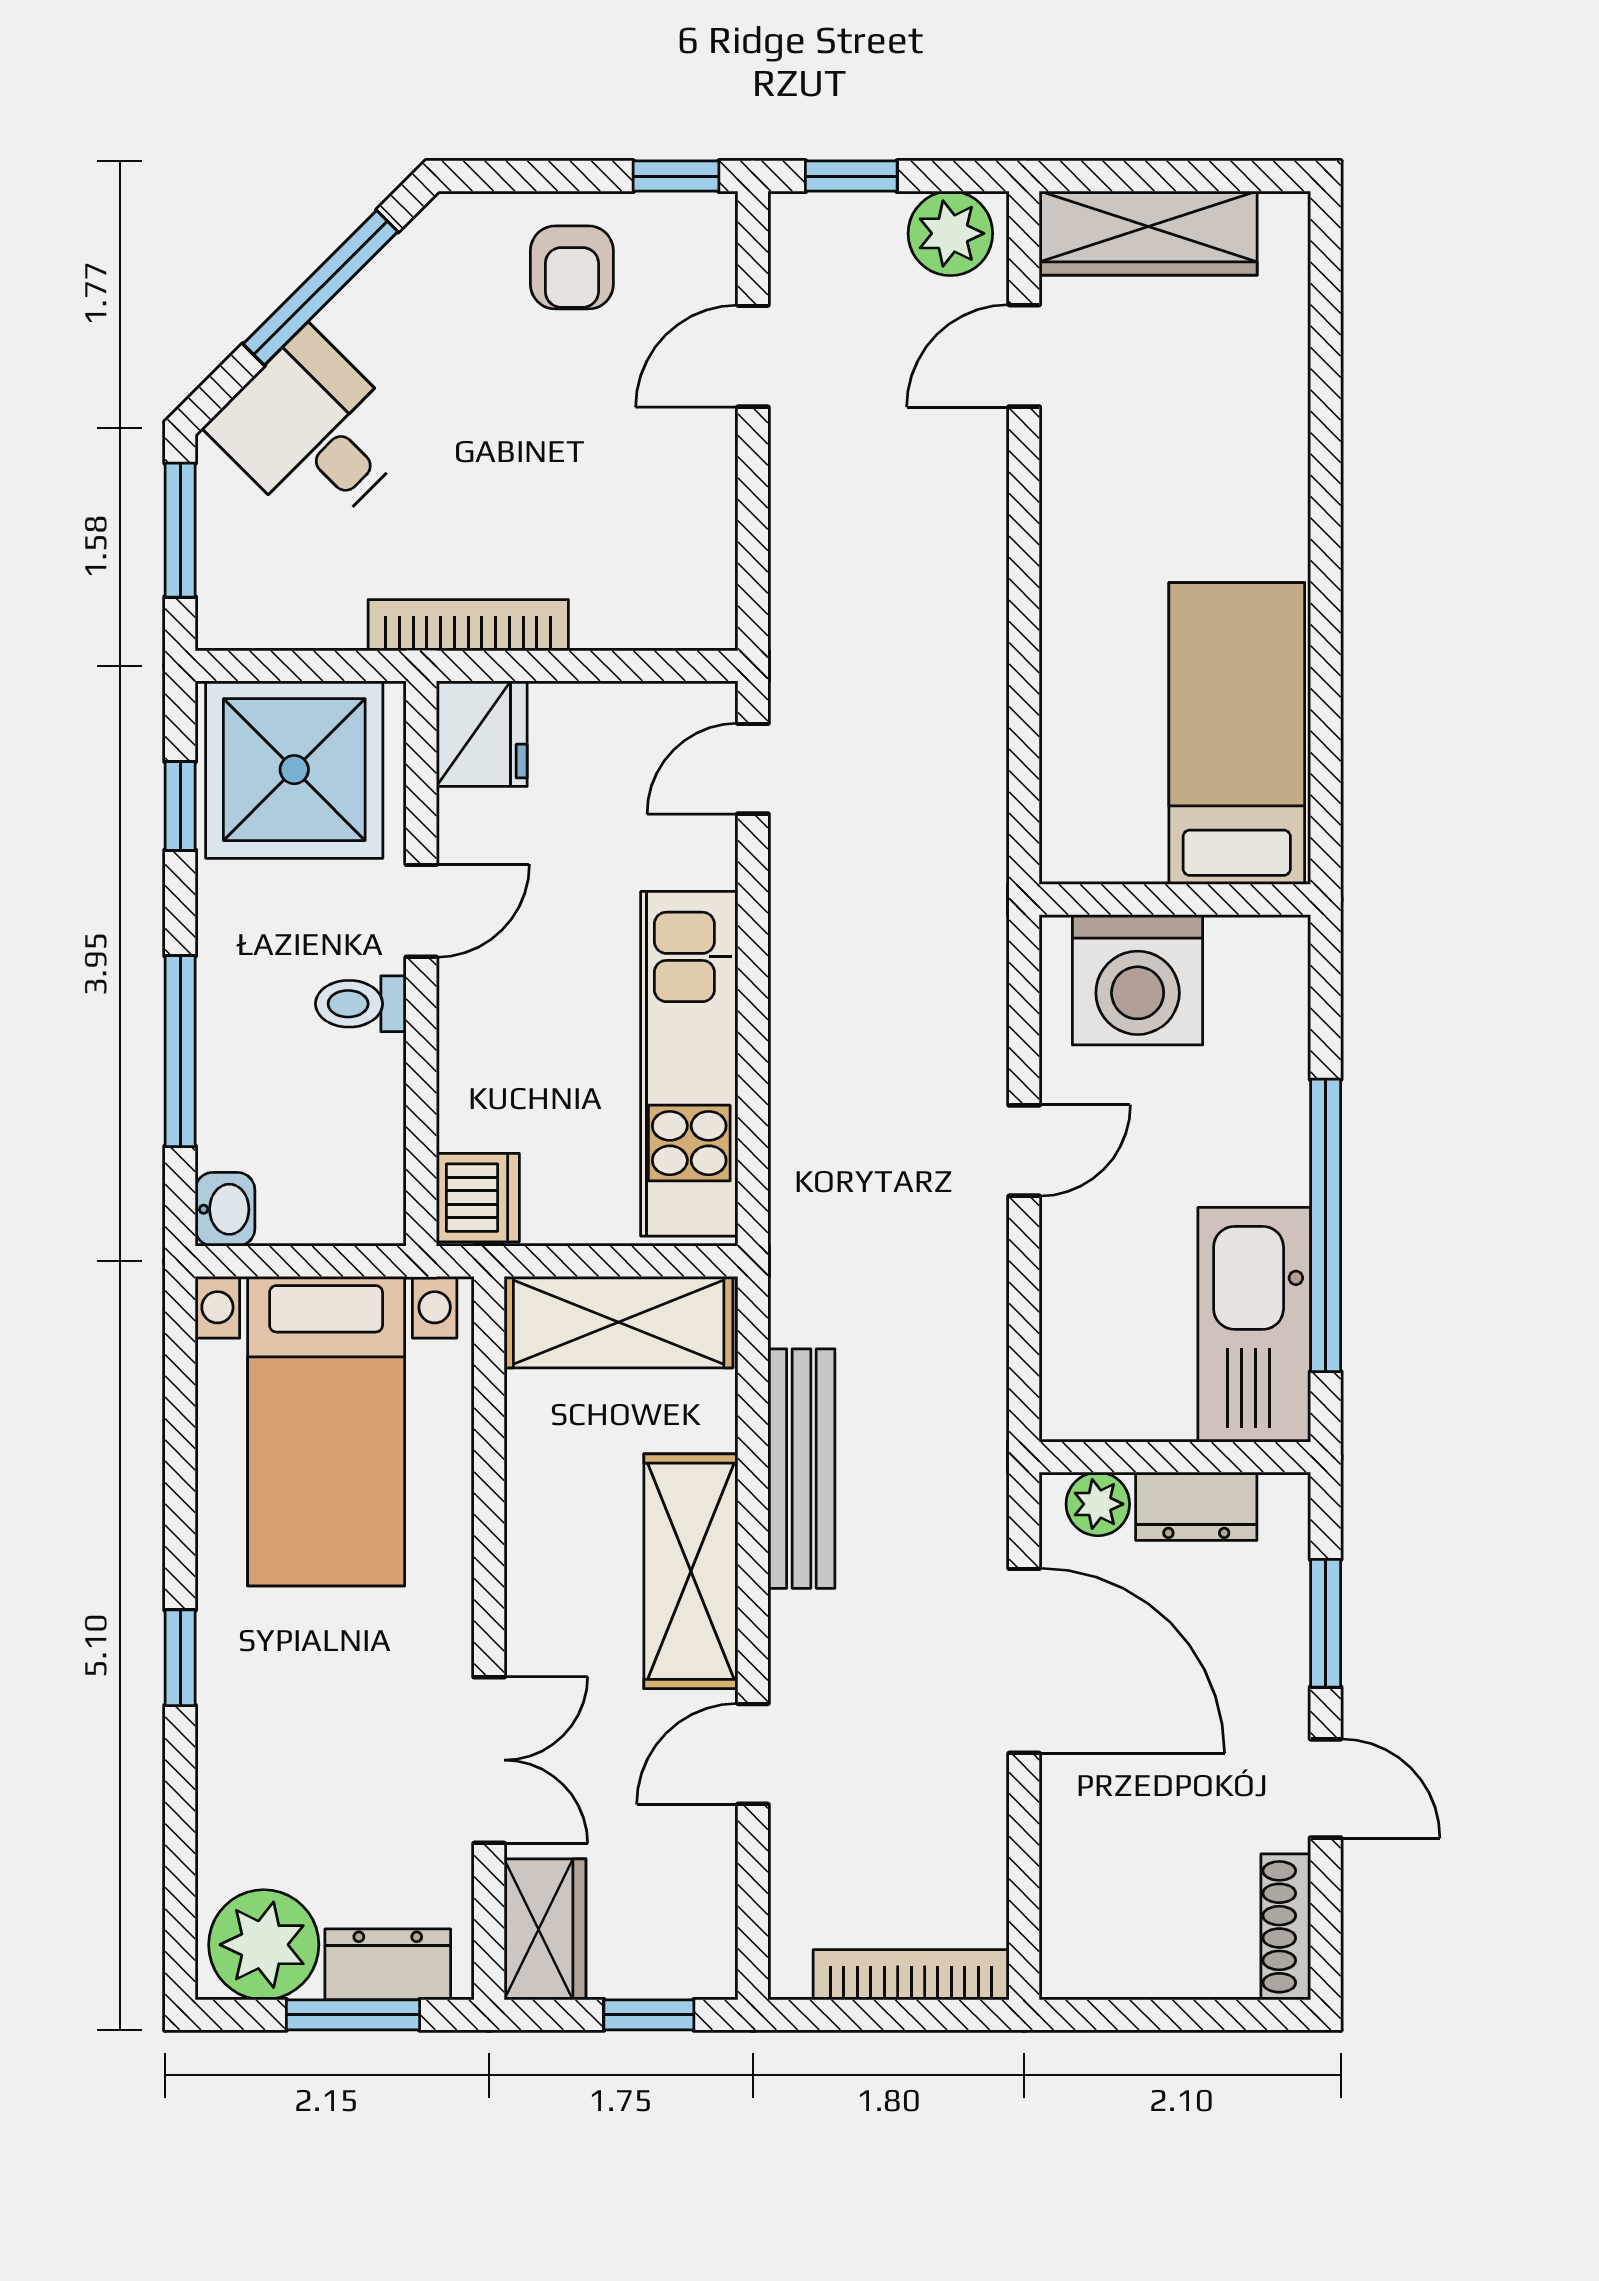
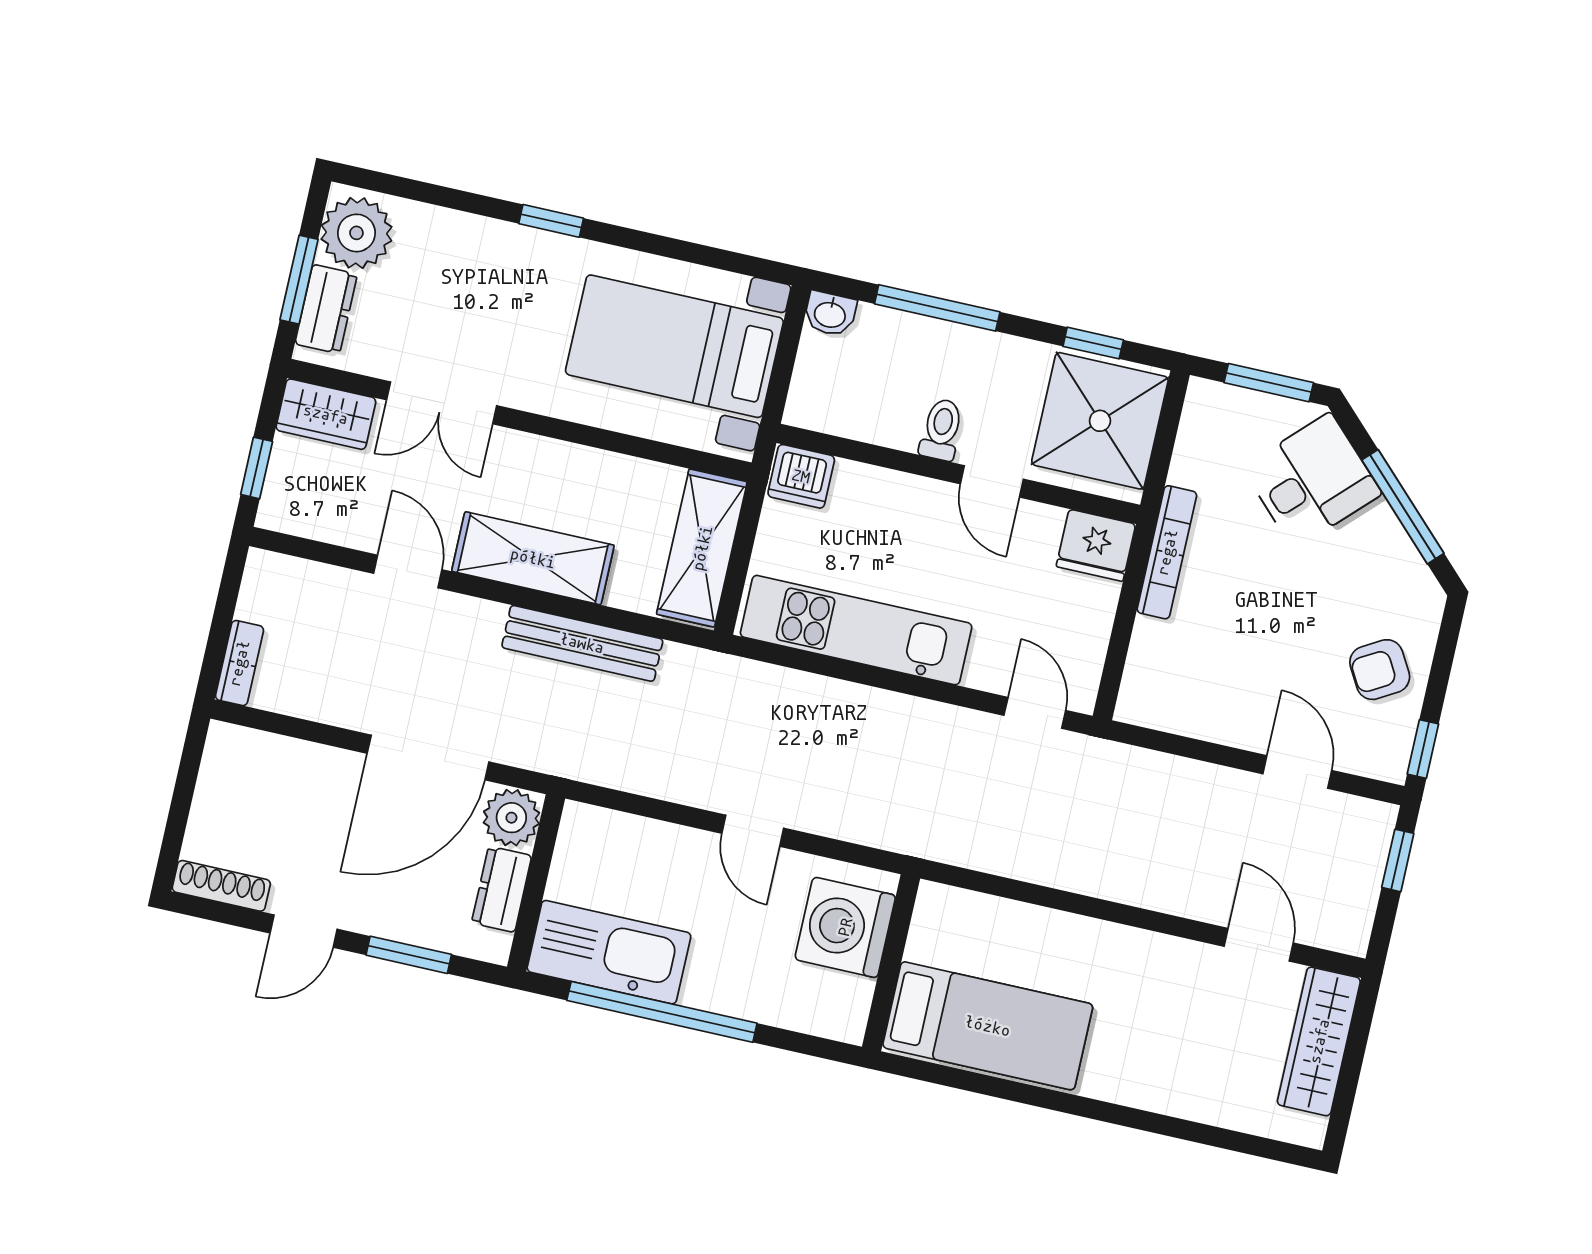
plant: (950, 233) -> (1347, 915), removed
armchair: (572, 267) -> (1380, 670), turned -30
plant: (1098, 1504) -> (511, 818), width x1.38, depth x1.38
bookcase: (911, 1975) -> (239, 663), width x0.64

